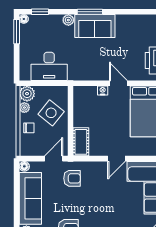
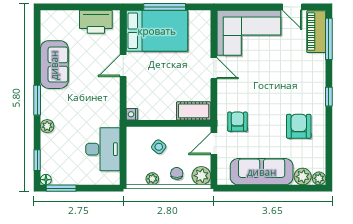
sofa: (95, 26) -> (54, 65), moved
nightstand: (103, 91) -> (132, 114), moved
plant: (27, 94) -> (201, 176), moved
side table: (51, 113) -> (159, 147), width x0.54, depth x0.54
door: (54, 159) -> (214, 144), hinge flipped
floor lamp: (24, 166) -> (223, 179), removed

